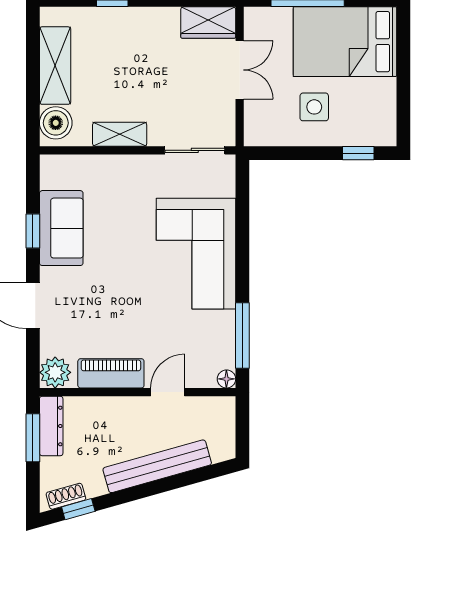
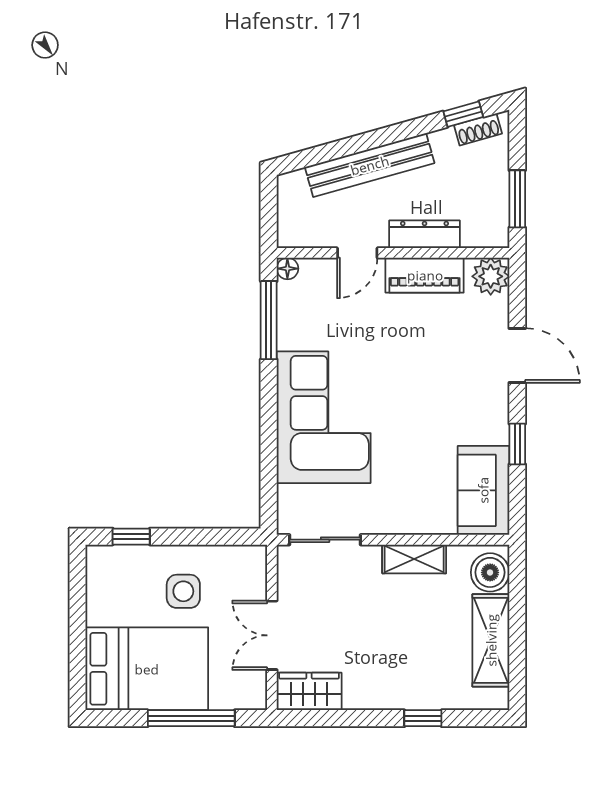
sofa: (61, 228) -> (483, 490), moved
dresser: (51, 426) -> (425, 234), moved, turned 90

